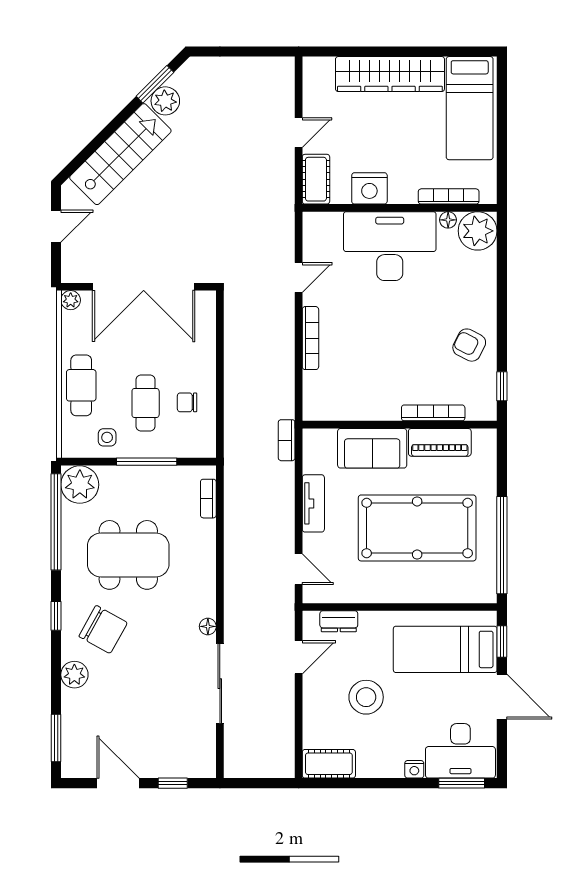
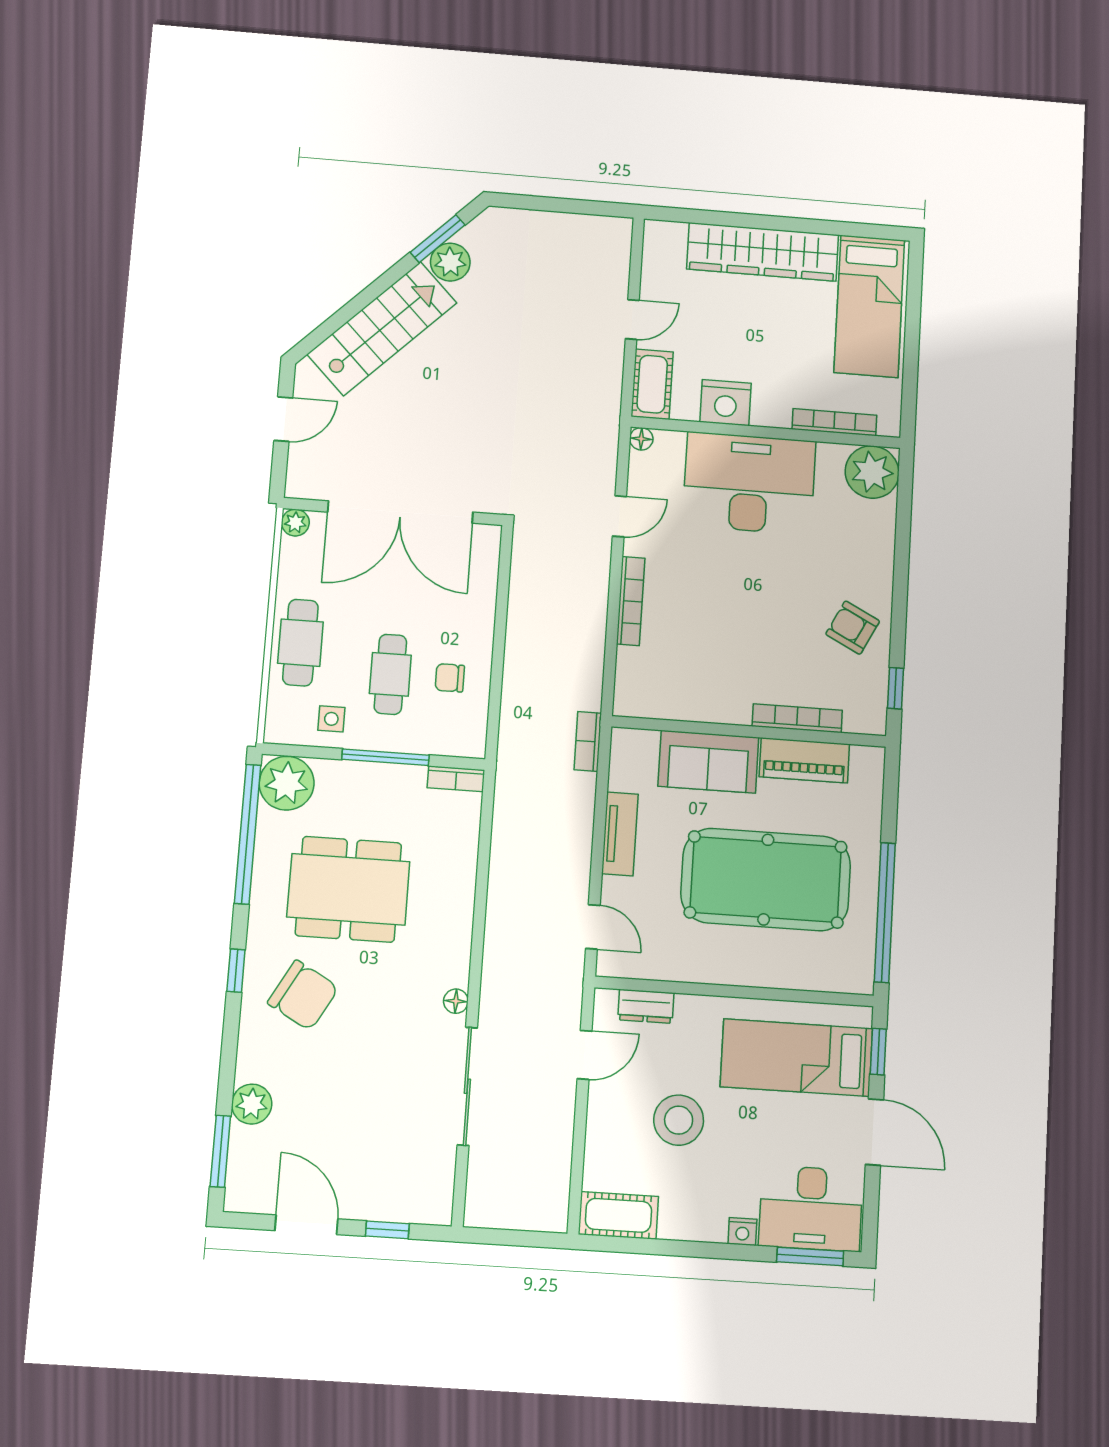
floor lamp: (448, 220) -> (641, 439), moved
bookcase: (208, 499) -> (456, 779), moved, turned -90
plant: (74, 675) -> (252, 1104), moved

